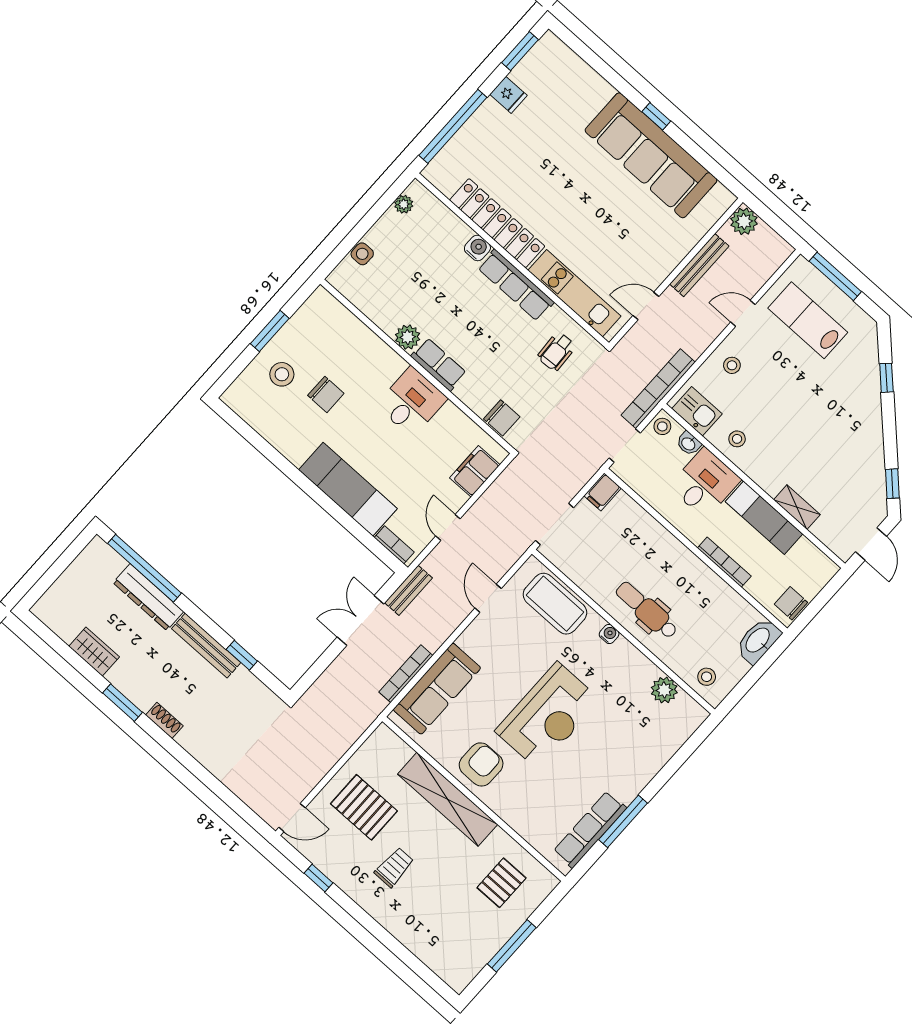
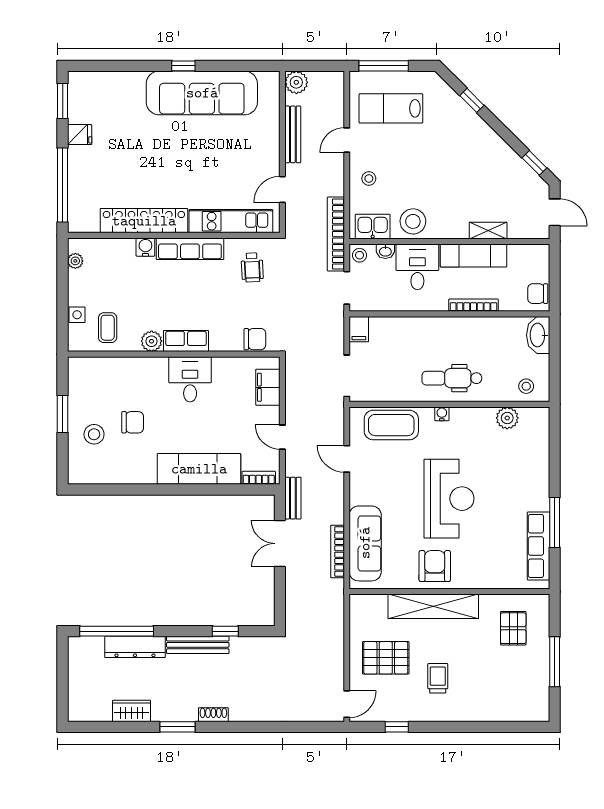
coffee table: (379, 290) -> (108, 328), added
stool: (737, 439) -> (413, 221), width x1.89, depth x1.89

